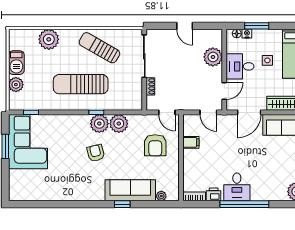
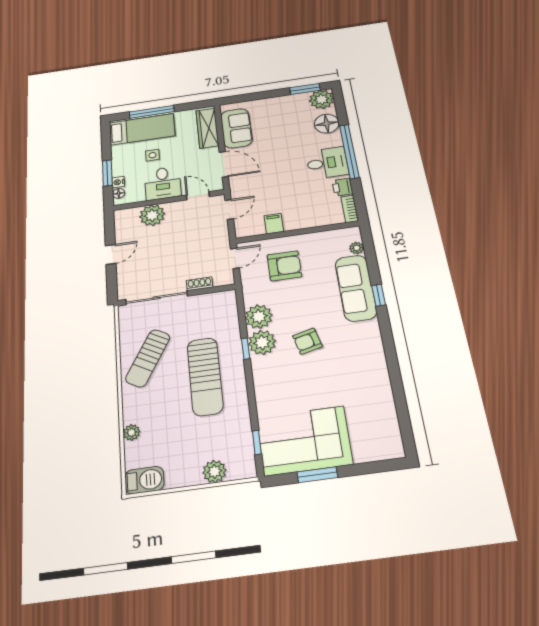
plant: (49, 39) -> (132, 432), width x0.53, depth x0.53
barbecue: (16, 63) -> (144, 480), moved
floor lamp: (273, 192) -> (327, 124), added

